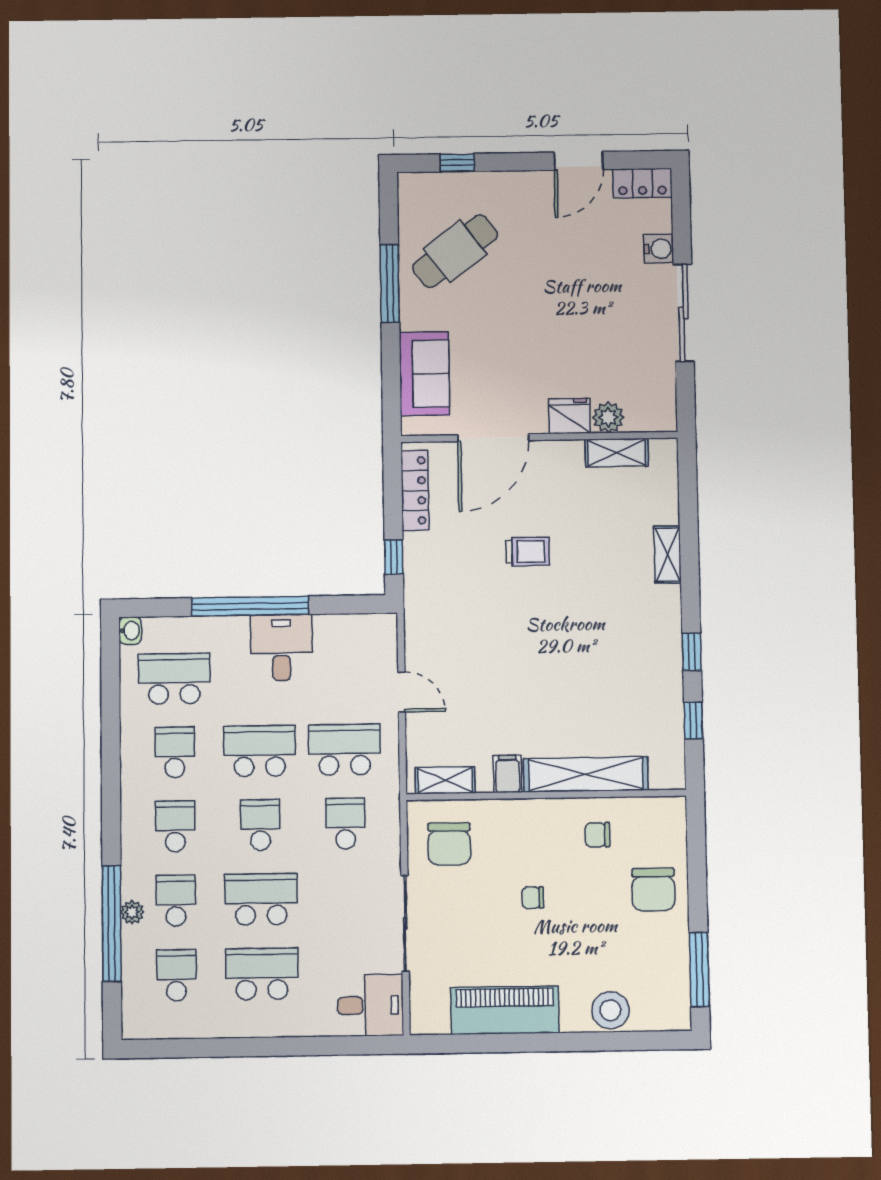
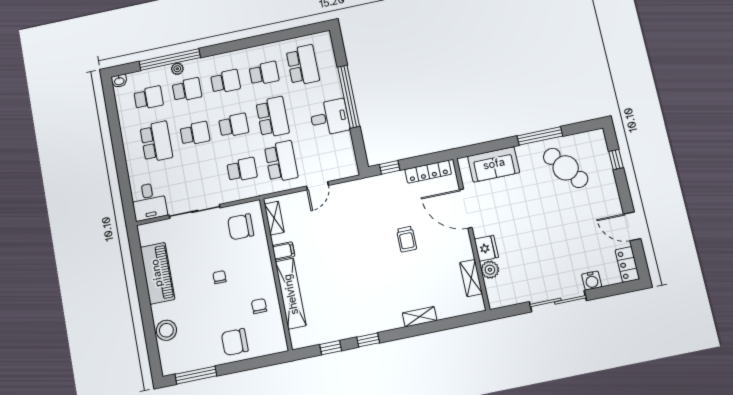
washbasin: (130, 631) -> (119, 81), moved
school desk: (261, 899) -> (195, 134), width x0.54

